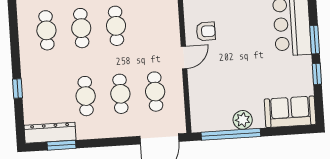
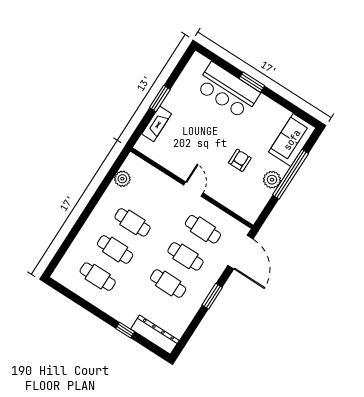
armchair: (206, 31) -> (240, 160), moved
window: (317, 74) -> (279, 99), removed
dresser: (50, 133) -> (155, 335), moved, turned 90
window: (231, 134) -> (290, 174), moved
window: (62, 145) -> (212, 296), moved

